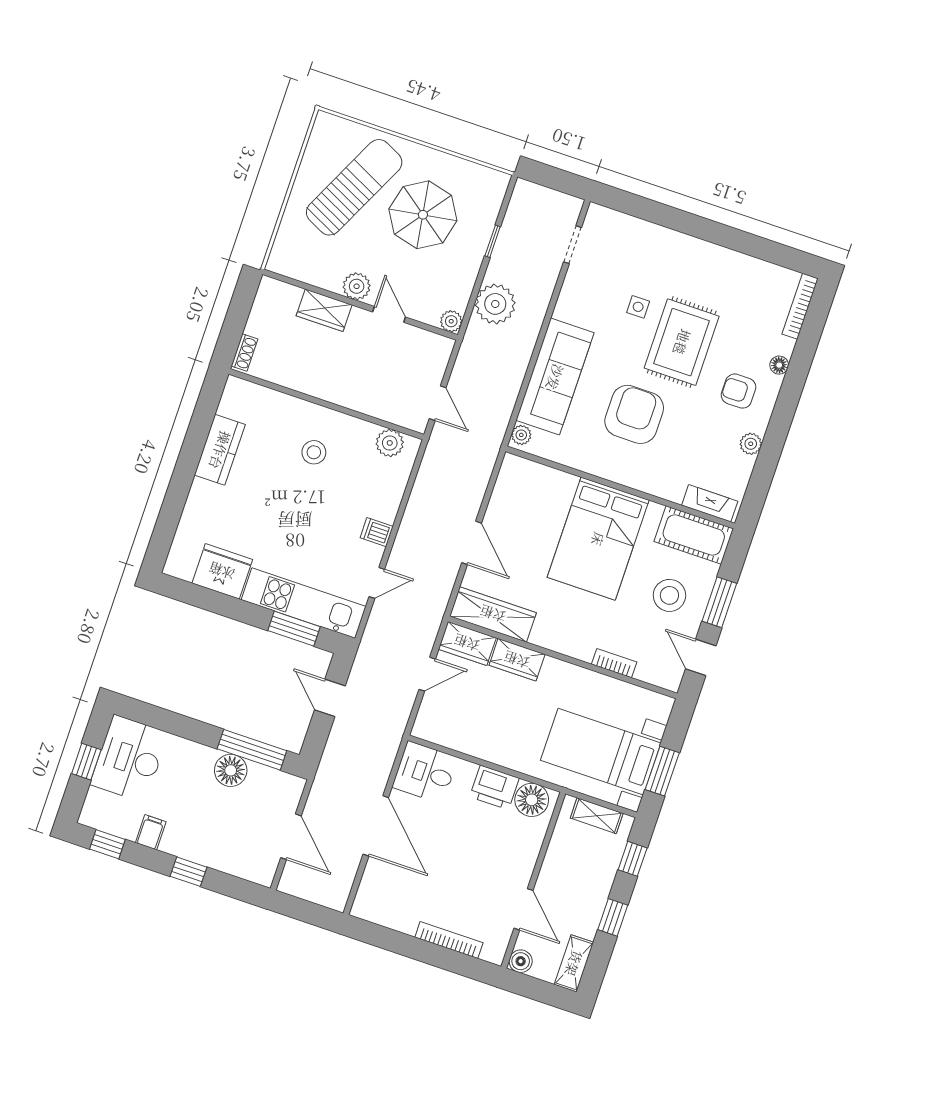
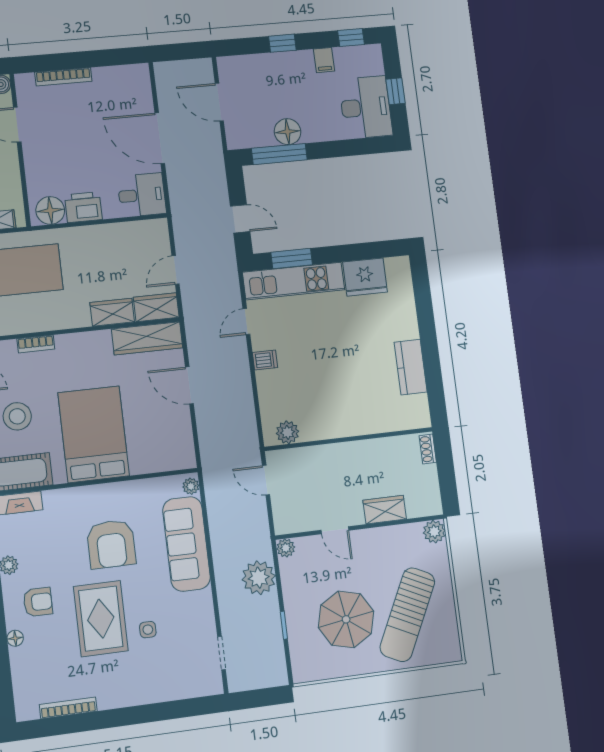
plant: (357, 286) -> (434, 532), moved
bookcase: (800, 306) -> (68, 708), moved, turned -90
stool: (314, 452) -> (341, 398), removed

